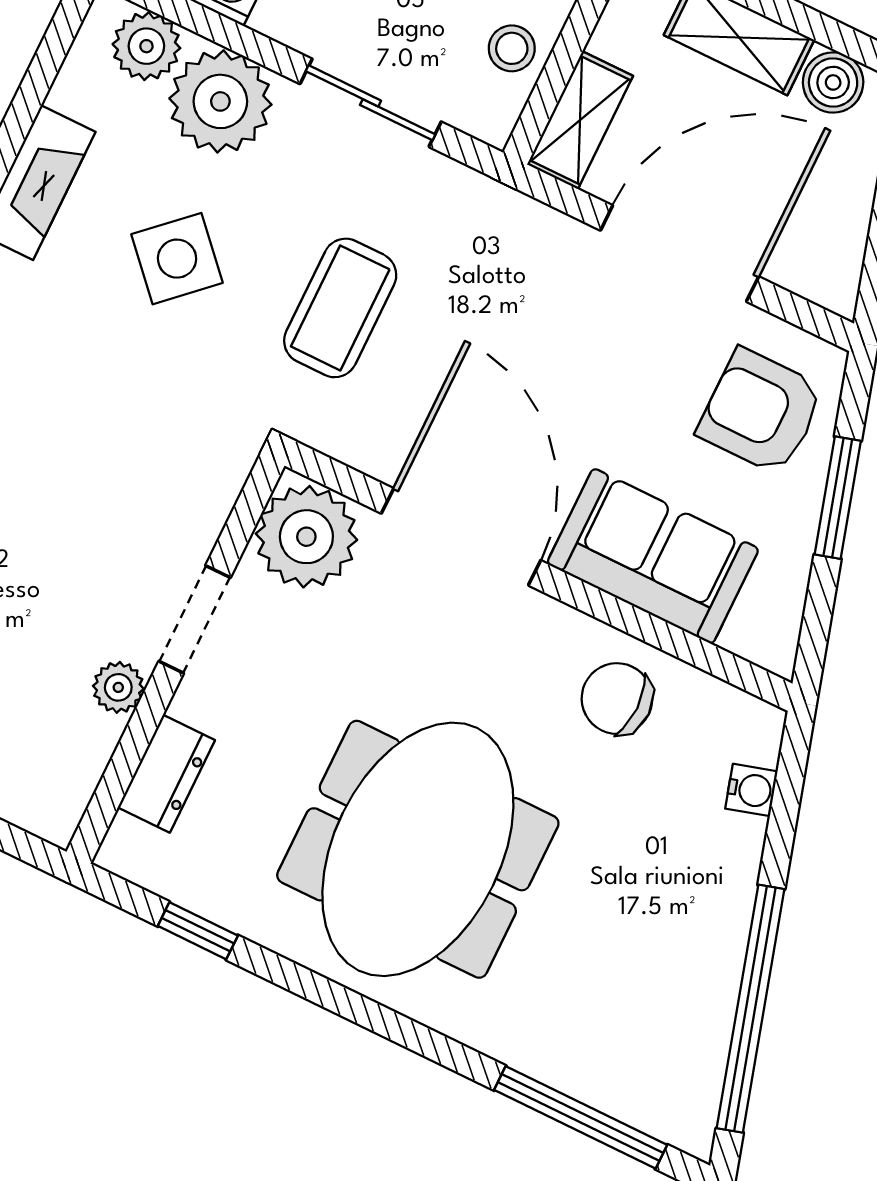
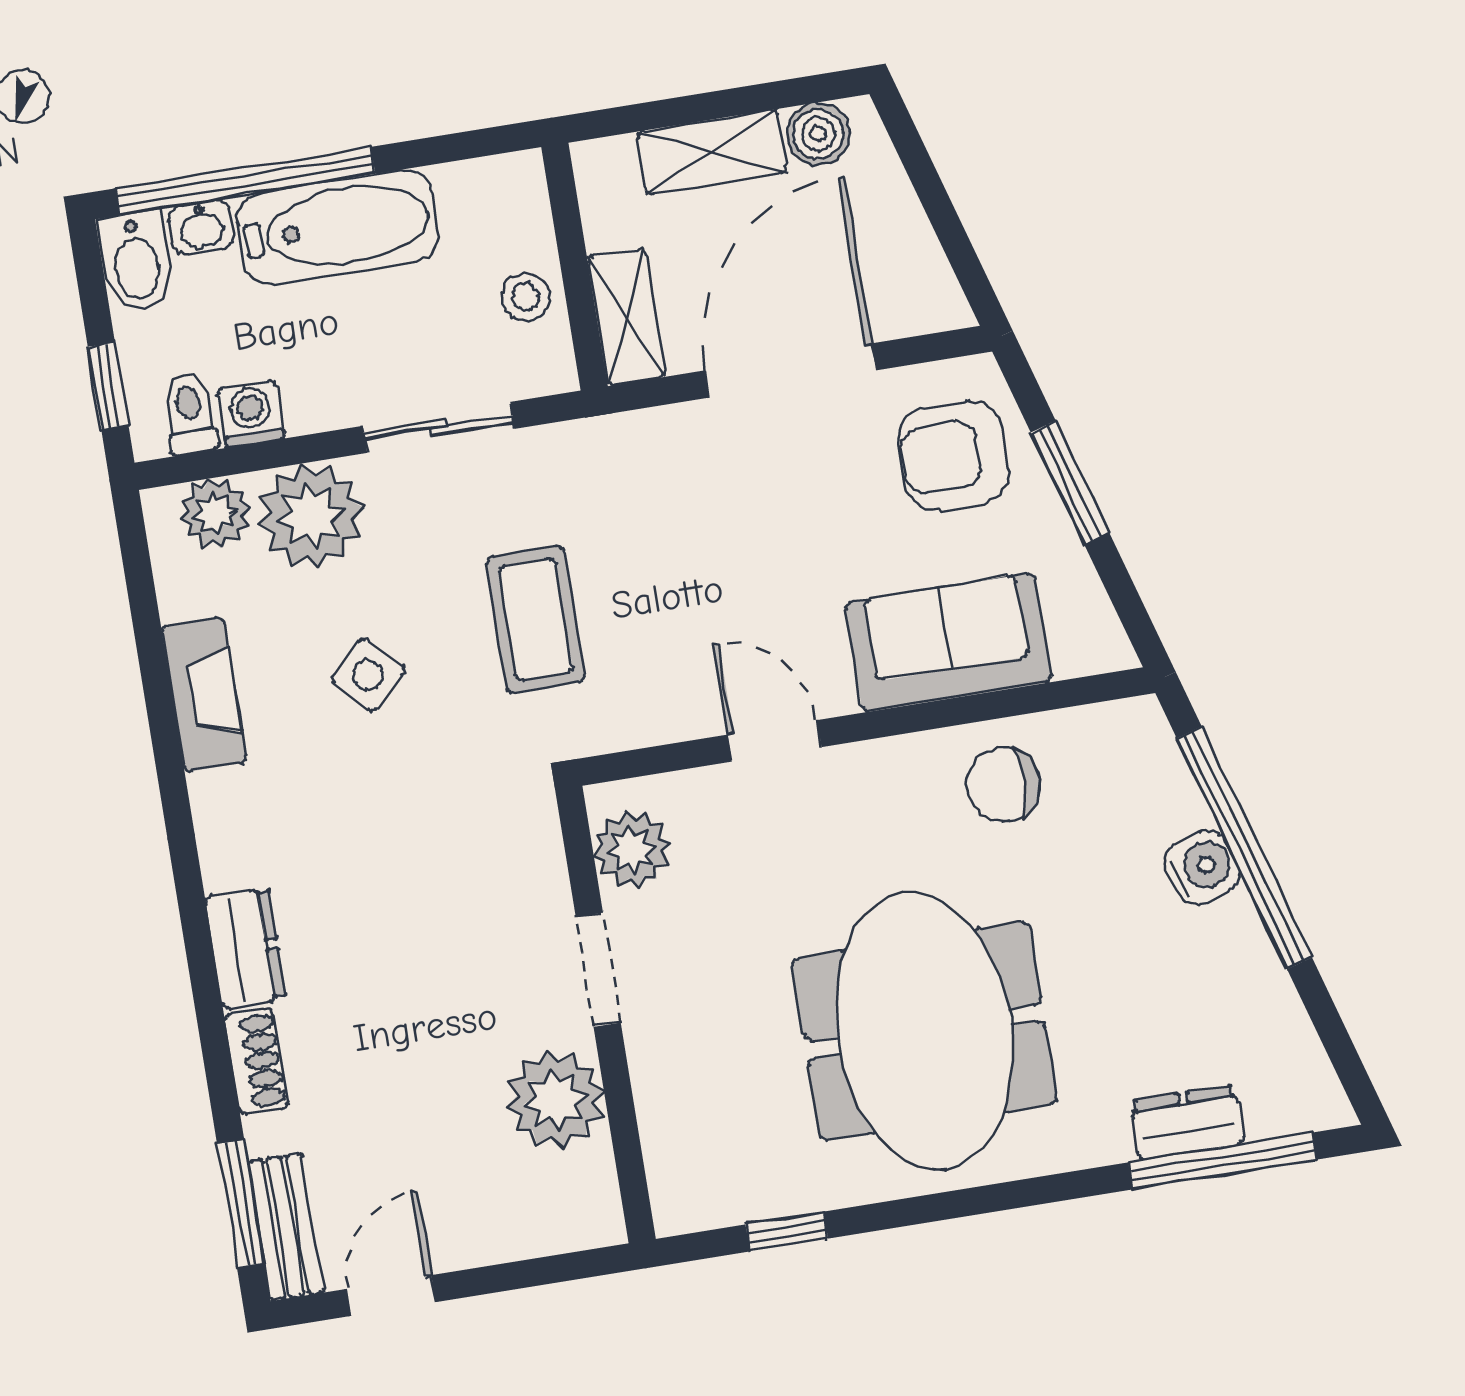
side table: (177, 259) -> (368, 675), width x0.73, depth x0.73
plant: (306, 537) -> (632, 849), width x0.73, depth x0.73
door: (461, 537) -> (774, 741), width x0.53
plant: (118, 687) -> (555, 1100), width x1.87, depth x1.87
dresser: (166, 774) -> (1187, 1122), moved, turned -90
water cooler: (751, 790) -> (1202, 867), moved, width x1.38, depth x1.38
window: (751, 1009) -> (1244, 848), moved

